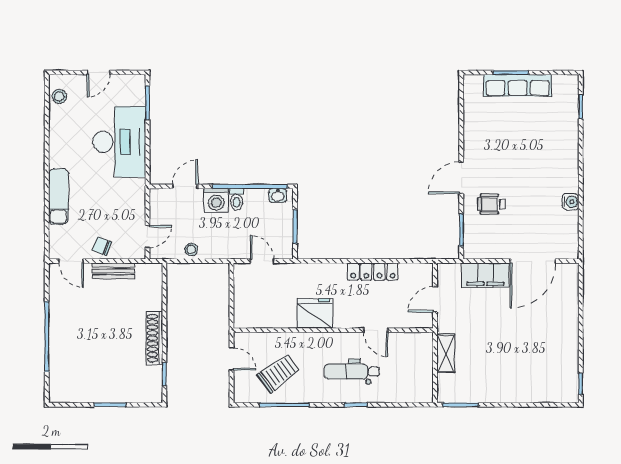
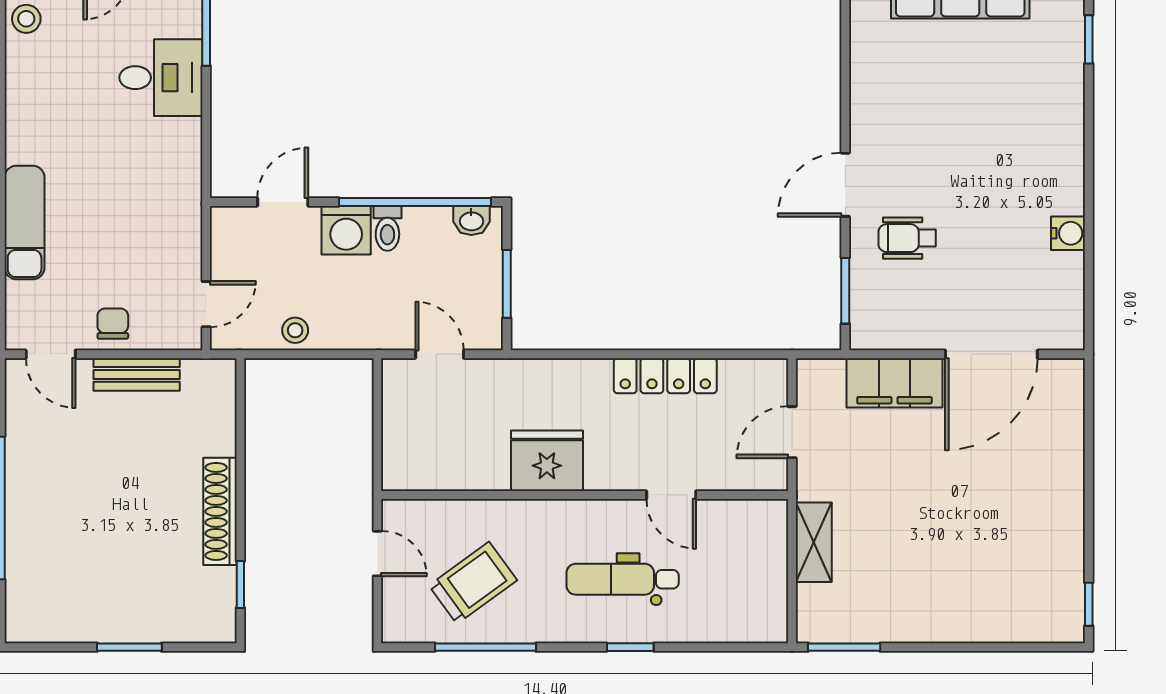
desk: (119, 142) -> (161, 78), width x0.53, depth x0.77
chair: (102, 246) -> (113, 324), turned 69

